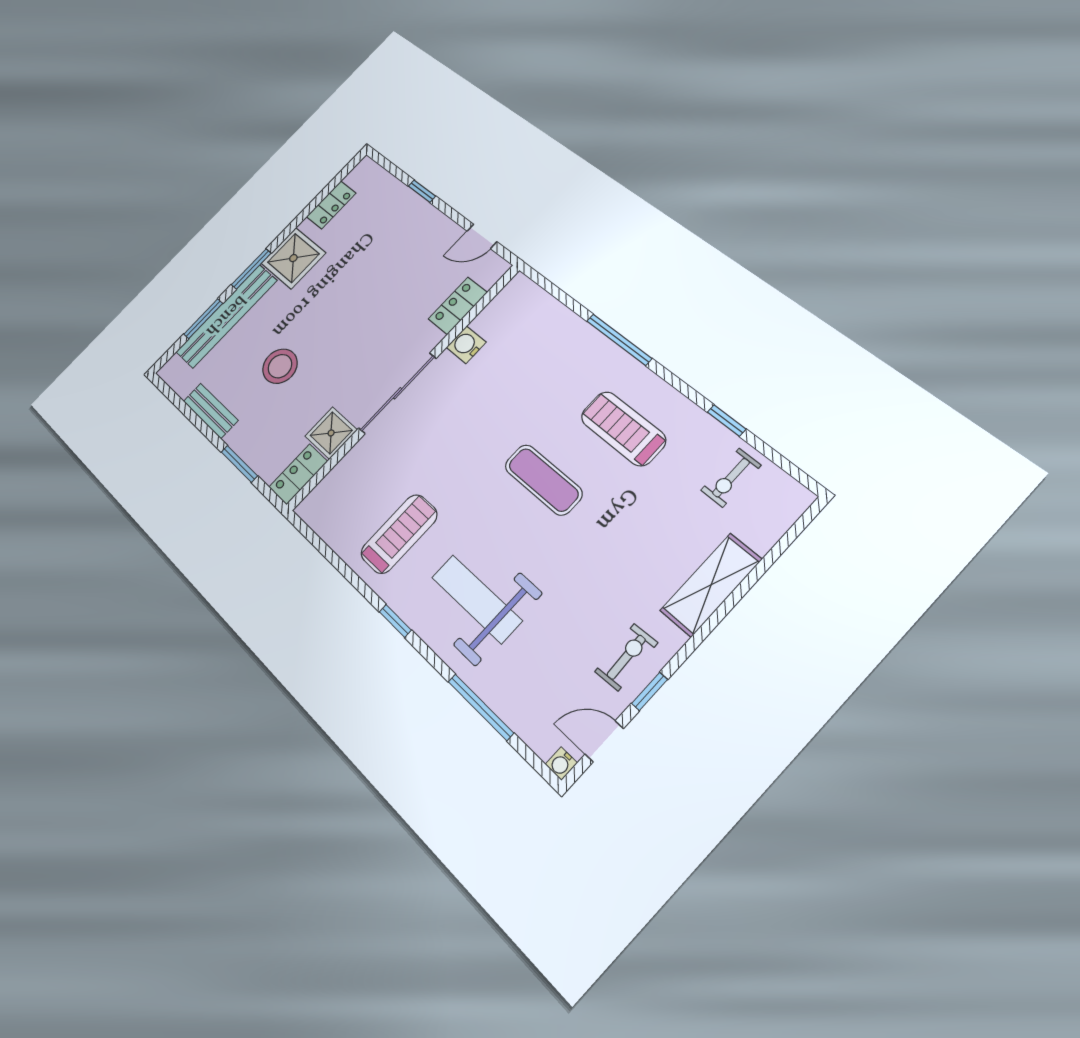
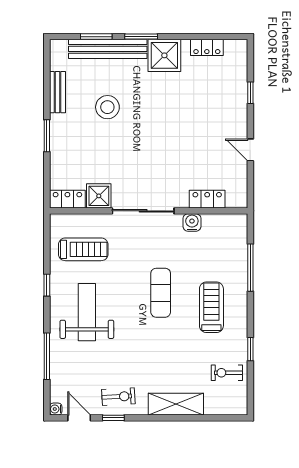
locker: (458, 306) -> (207, 199), moved
water cooler: (466, 345) -> (192, 222), moved
wall: (404, 387) -> (149, 211), moved
sliding door: (397, 393) -> (143, 211), moved
shower: (331, 433) -> (99, 196), moved
locker: (298, 474) -> (67, 199), moved

